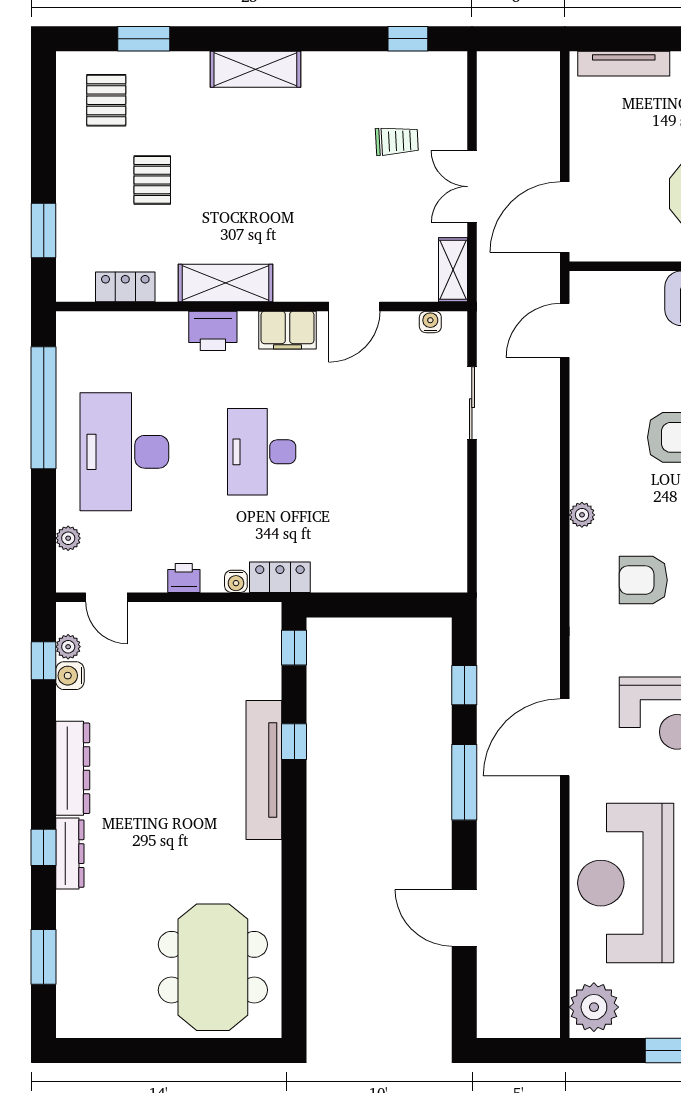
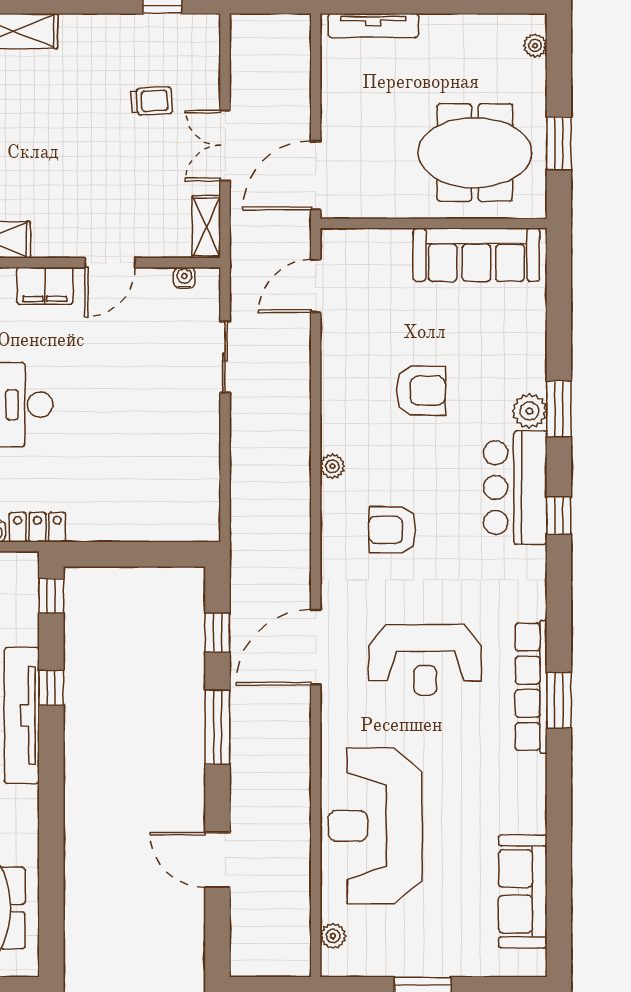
door: (565, 737) -> (316, 647), moved
plant: (594, 1007) -> (333, 936), width x0.53, depth x0.53

